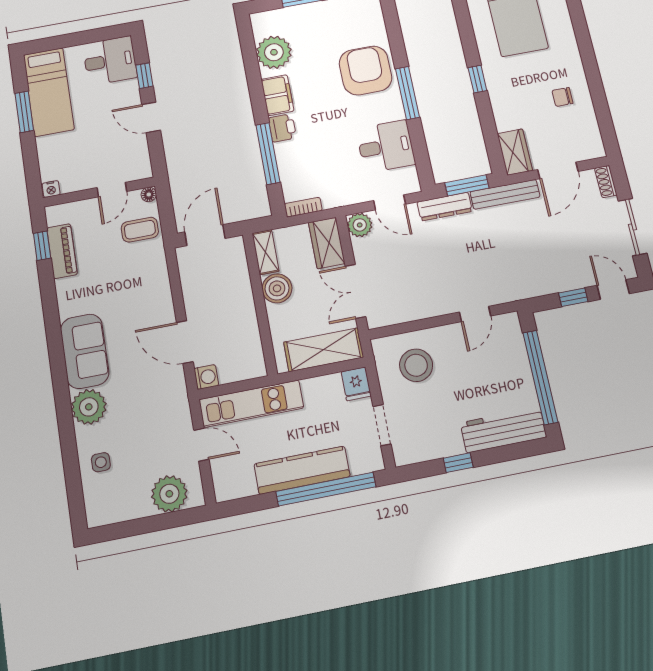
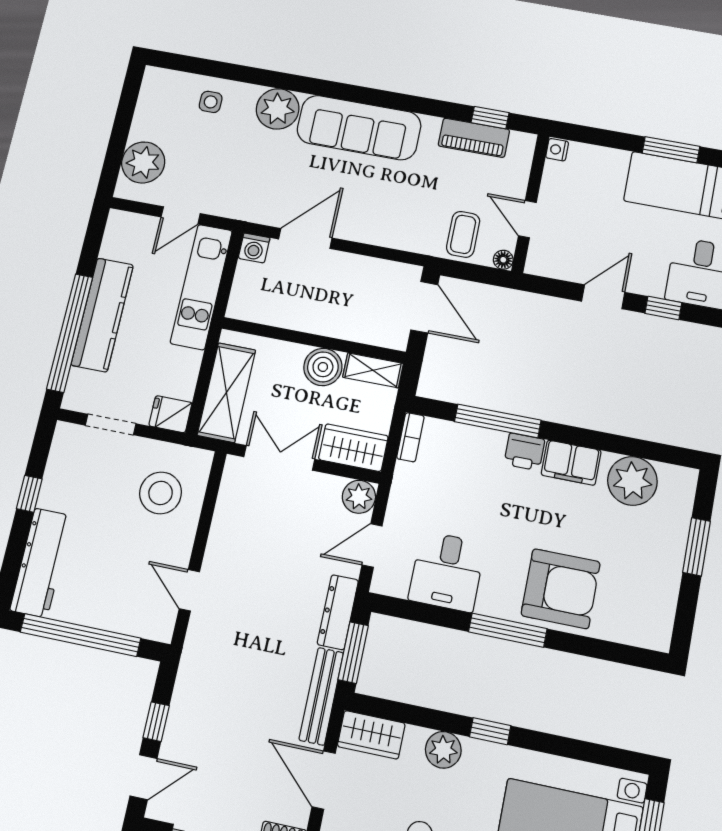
plant: (503, 103) -> (443, 750), added
sofa: (85, 351) -> (359, 128), width x1.36

